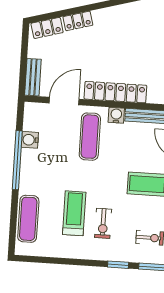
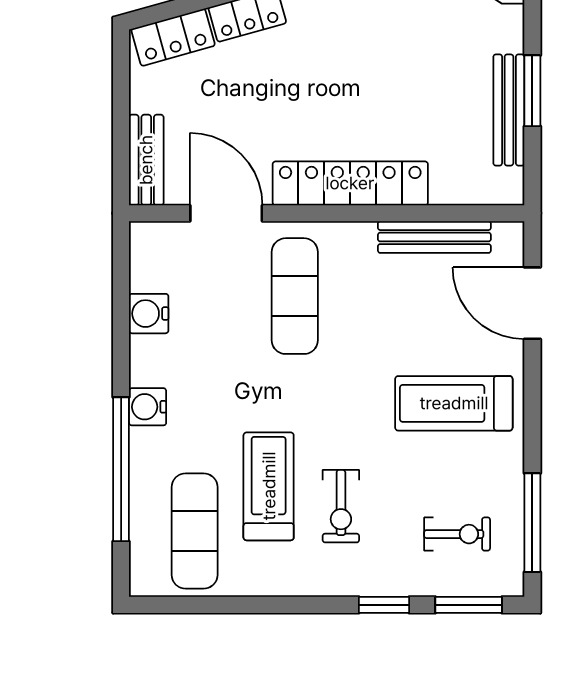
door: (64, 101) -> (226, 213), hinge flipped
water cooler: (116, 115) -> (148, 407), moved, turned -90
window: (17, 160) -> (121, 469), moved
exercise mat: (28, 219) -> (195, 531), moved

